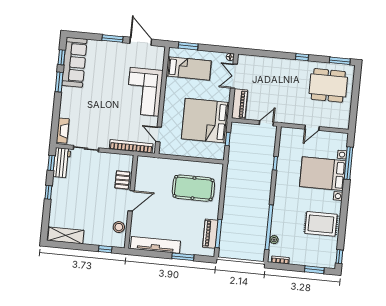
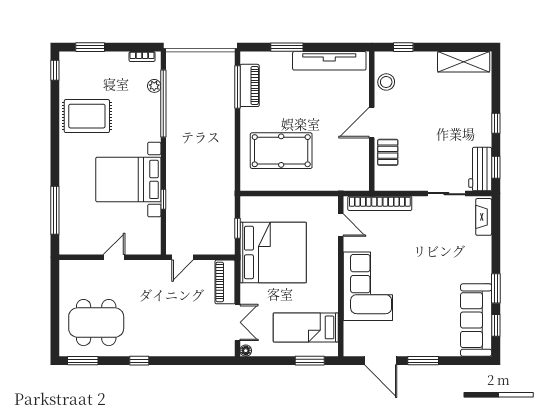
bed with nightstands: (323, 174) -> (128, 179), moved, turned 180

